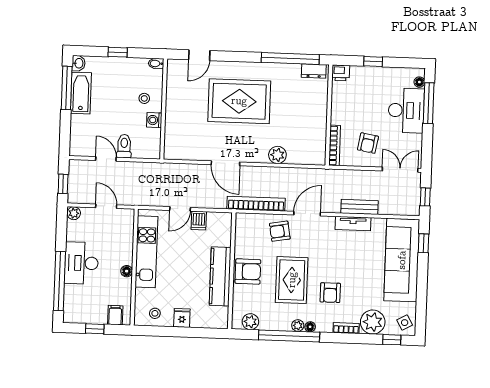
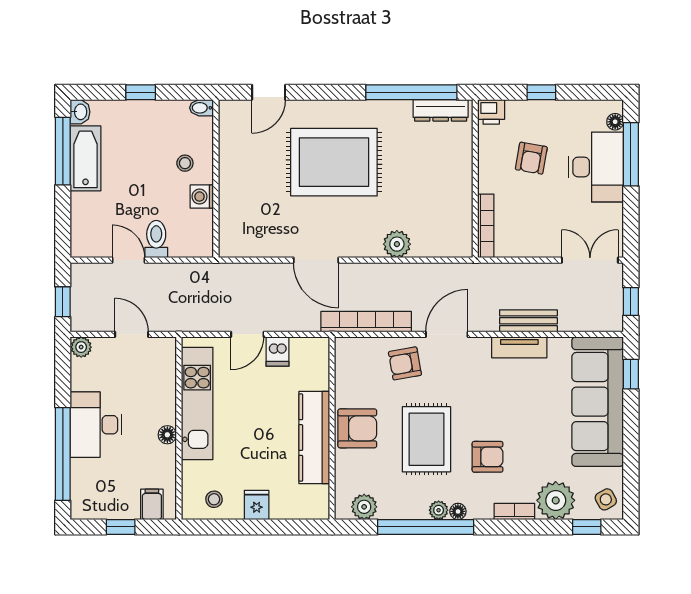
dresser: (314, 71) -> (441, 110), width x1.44
armchair: (368, 143) -> (531, 158), moved
armchair: (330, 293) -> (488, 457), turned -90

